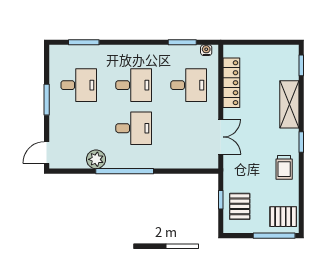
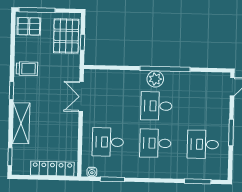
locker: (231, 83) -> (52, 169), moved, turned 90
plant: (96, 159) -> (155, 79), moved
trolley: (284, 167) -> (27, 69), turned 90
pallet: (240, 206) -> (66, 36), width x1.50, depth x1.42

